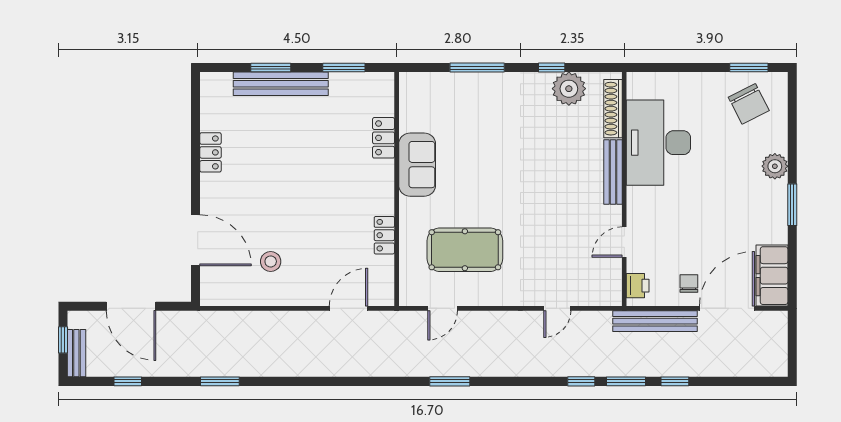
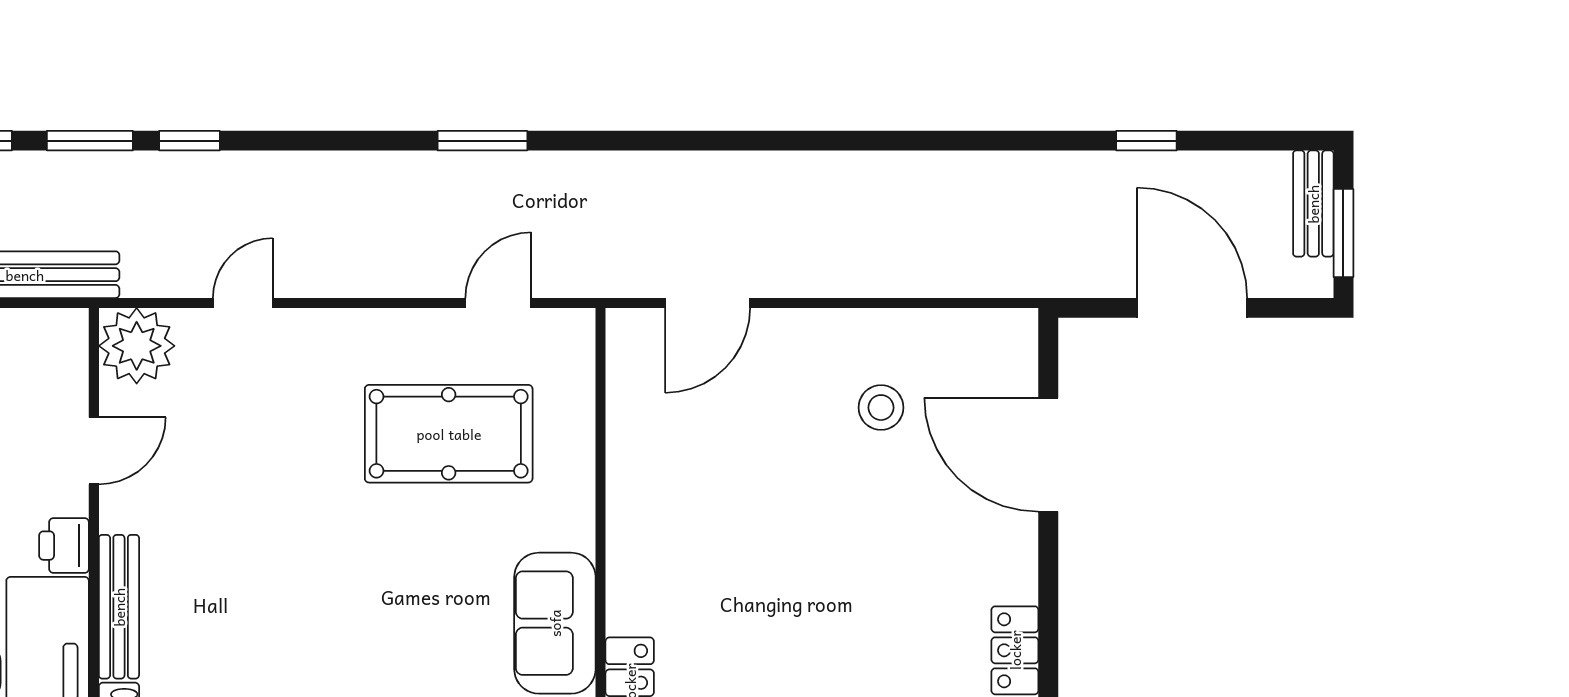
locker: (384, 235) -> (628, 466), removed
printer: (638, 286) -> (64, 546), moved
plant: (605, 289) -> (137, 346), added
window: (63, 340) -> (1343, 233), width x1.50
window: (128, 381) -> (1146, 141), moved
window: (220, 381) -> (994, 141), removed

